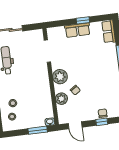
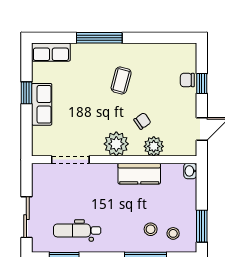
coffee table: (97, 75) -> (121, 80), added
kitchen counter: (44, 92) -> (139, 174), added
window: (38, 130) -> (202, 226), moved

